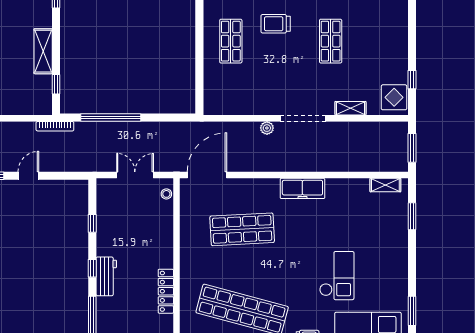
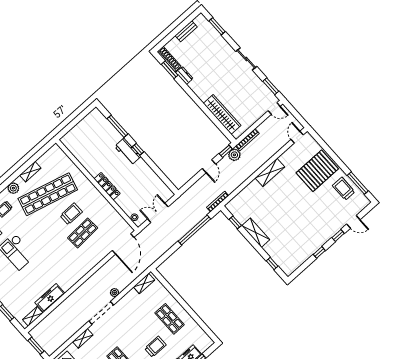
shelving: (224, 108) -> (144, 284), added
double door: (135, 175) -> (158, 213), swing flipped
freezer: (302, 188) -> (50, 298), moved
window: (92, 223) -> (158, 171), removed
shop shelf: (242, 229) -> (83, 233), width x0.70, depth x0.74
trolley: (236, 263) -> (71, 214), added
locker: (166, 291) -> (107, 186), moved

